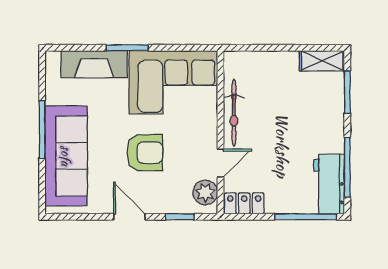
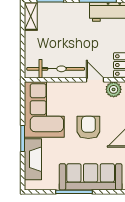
bicycle: (234, 113) -> (56, 69), width x1.37, depth x1.40

